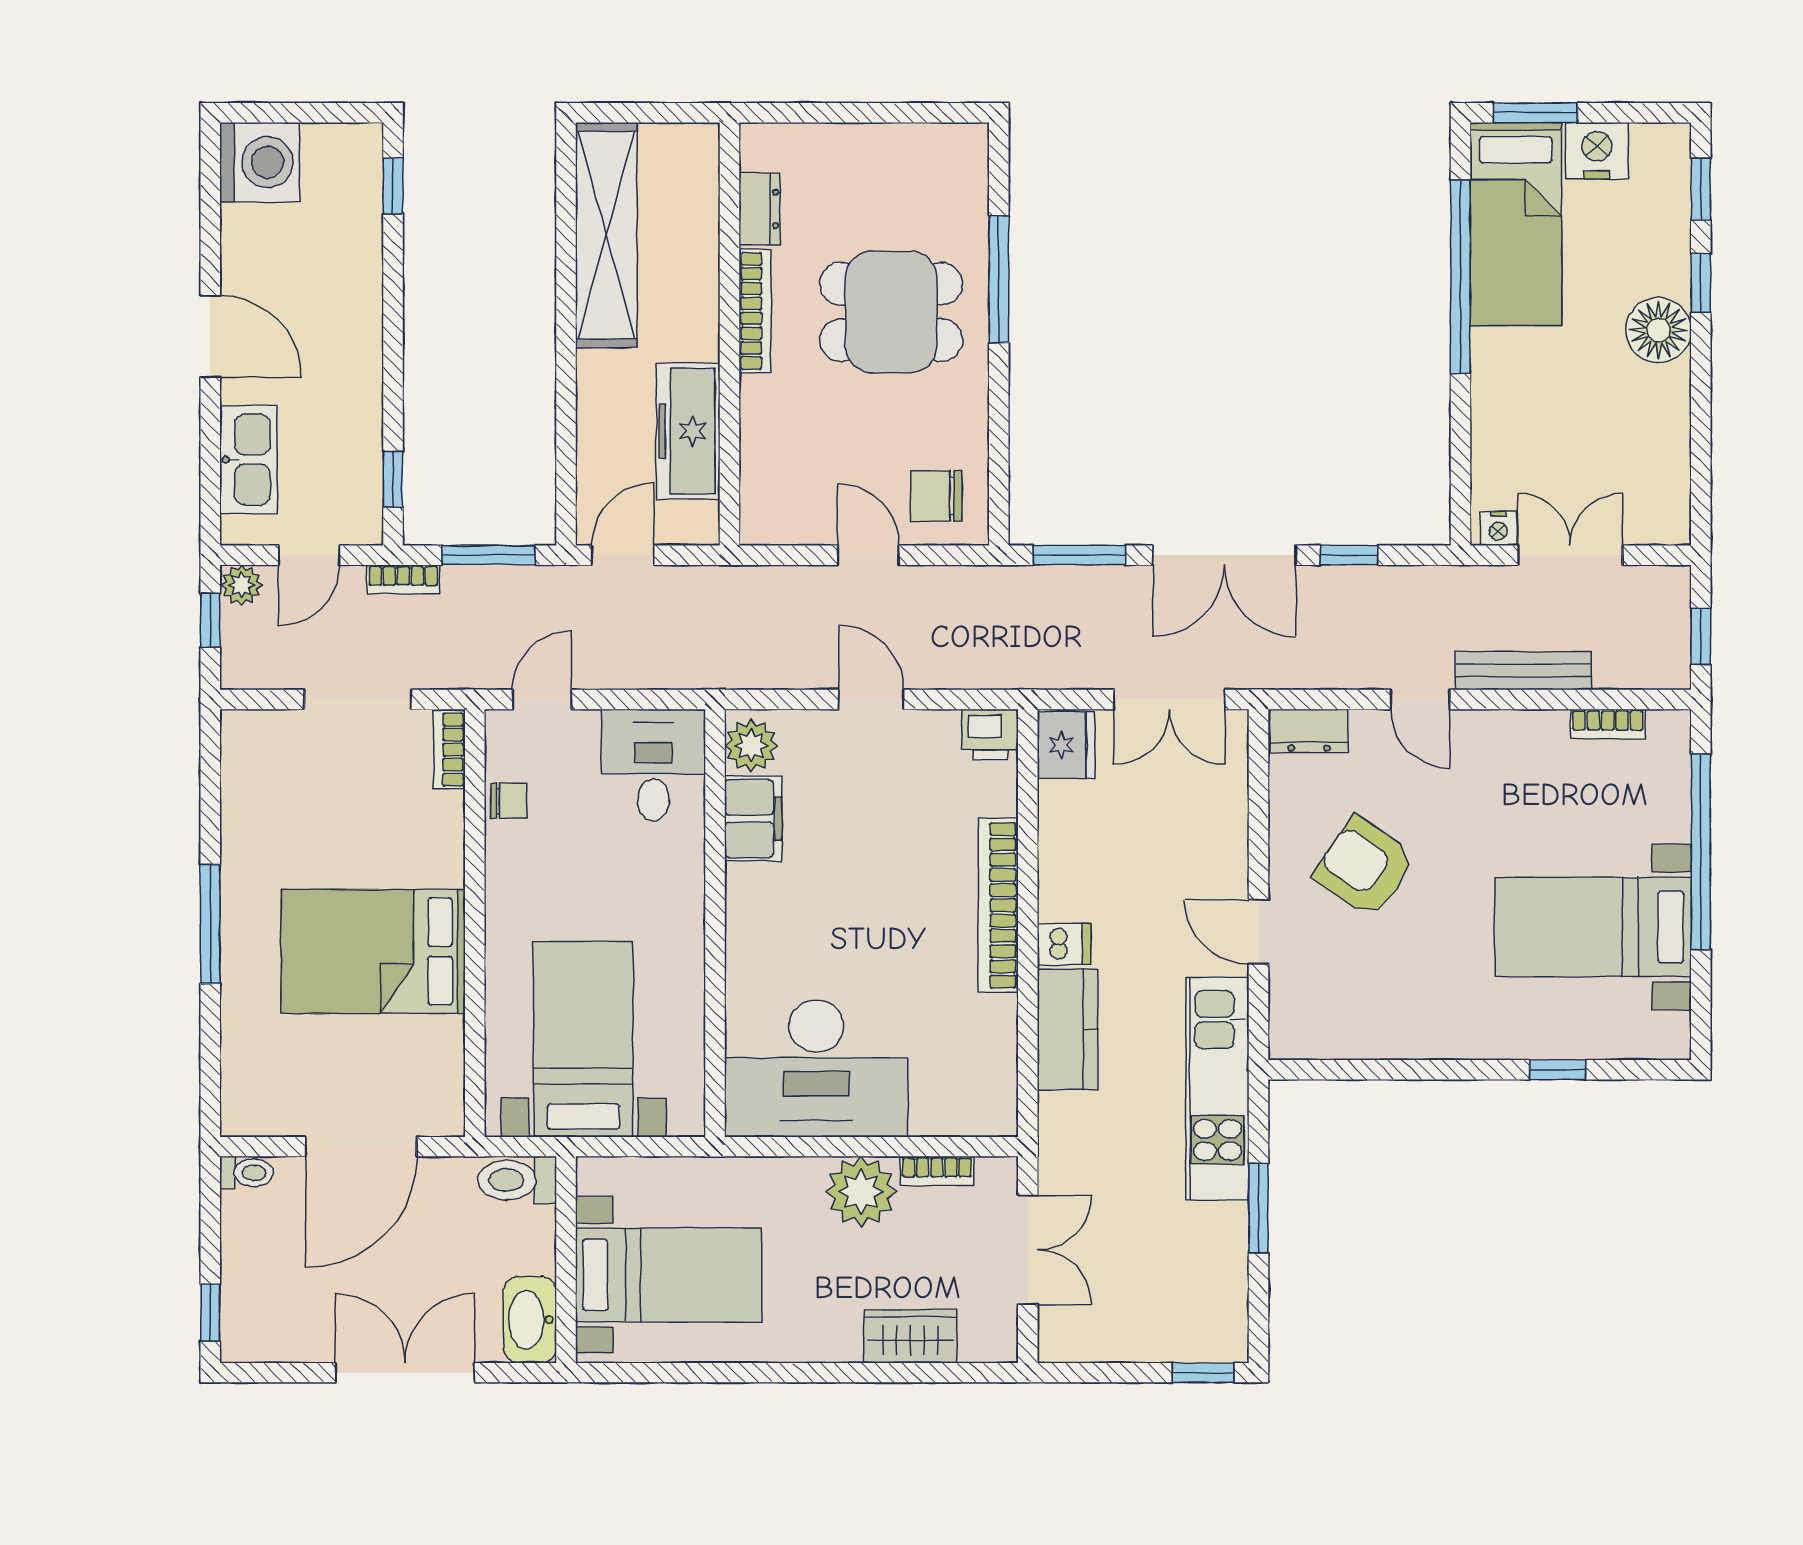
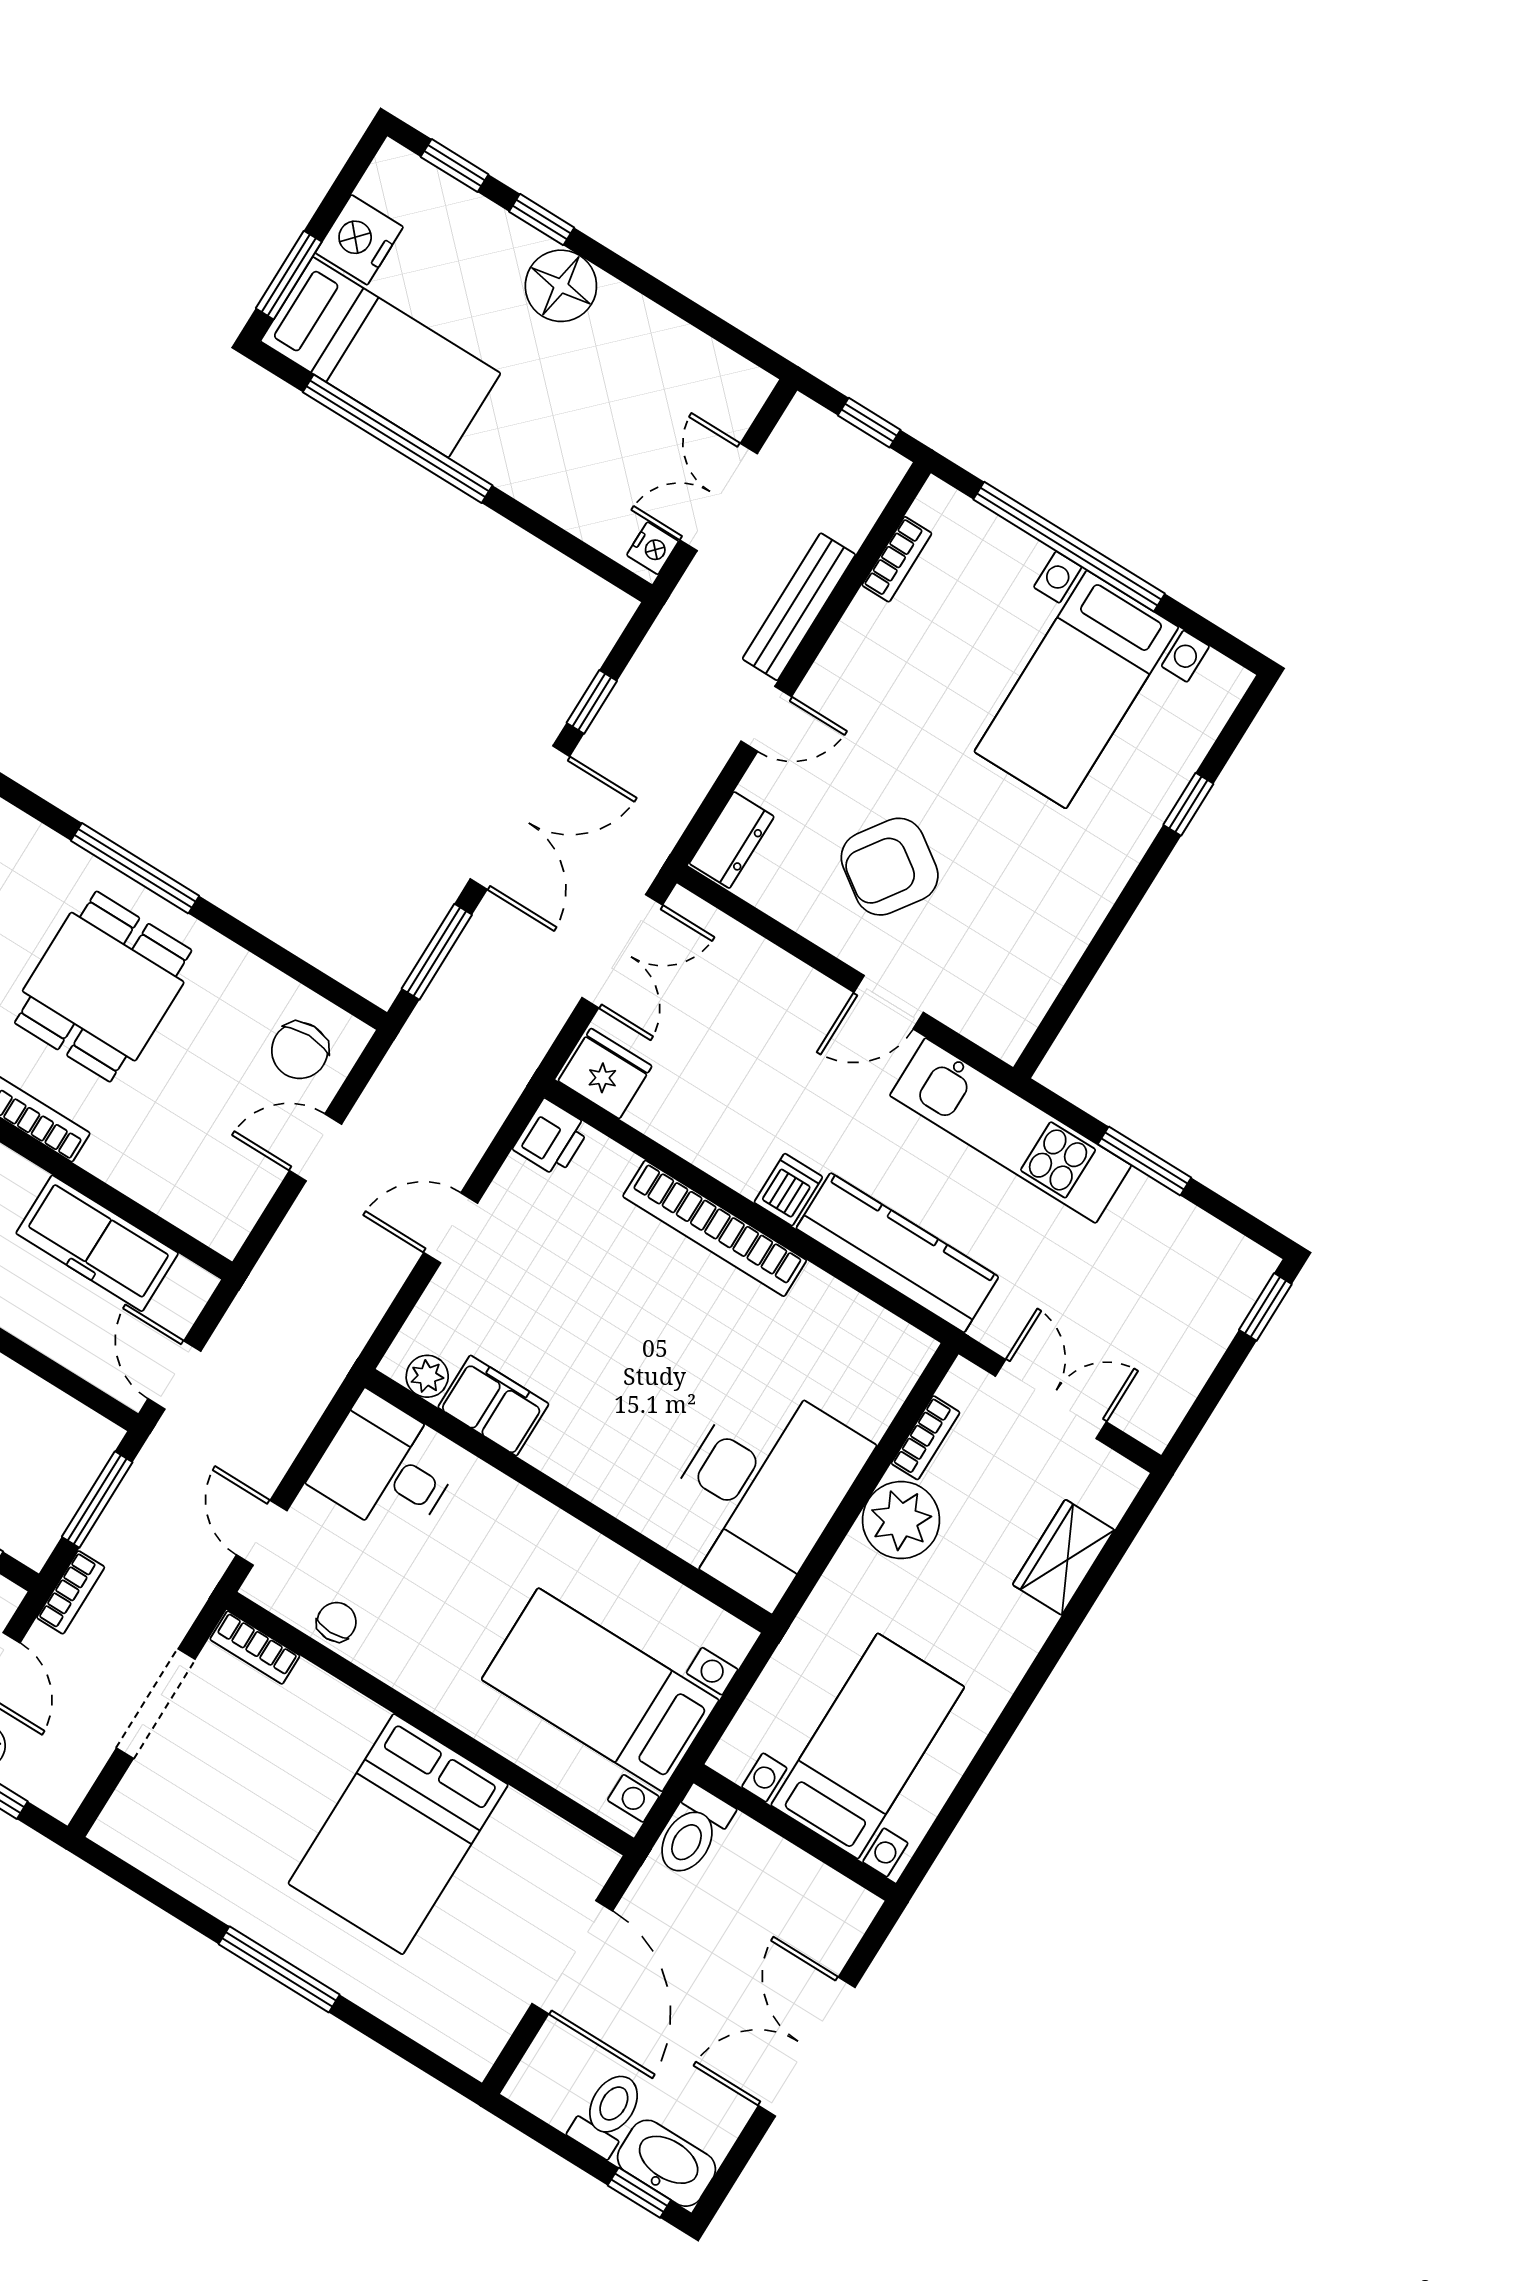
plant: (751, 746) -> (427, 1376), width x0.73, depth x0.73
kitchen counter: (1068, 1029) -> (897, 1253), width x1.50
toilet: (247, 1173) -> (608, 2113), moved, width x1.37, depth x1.39
washbasin: (530, 1320) -> (667, 2163), moved, turned 180

